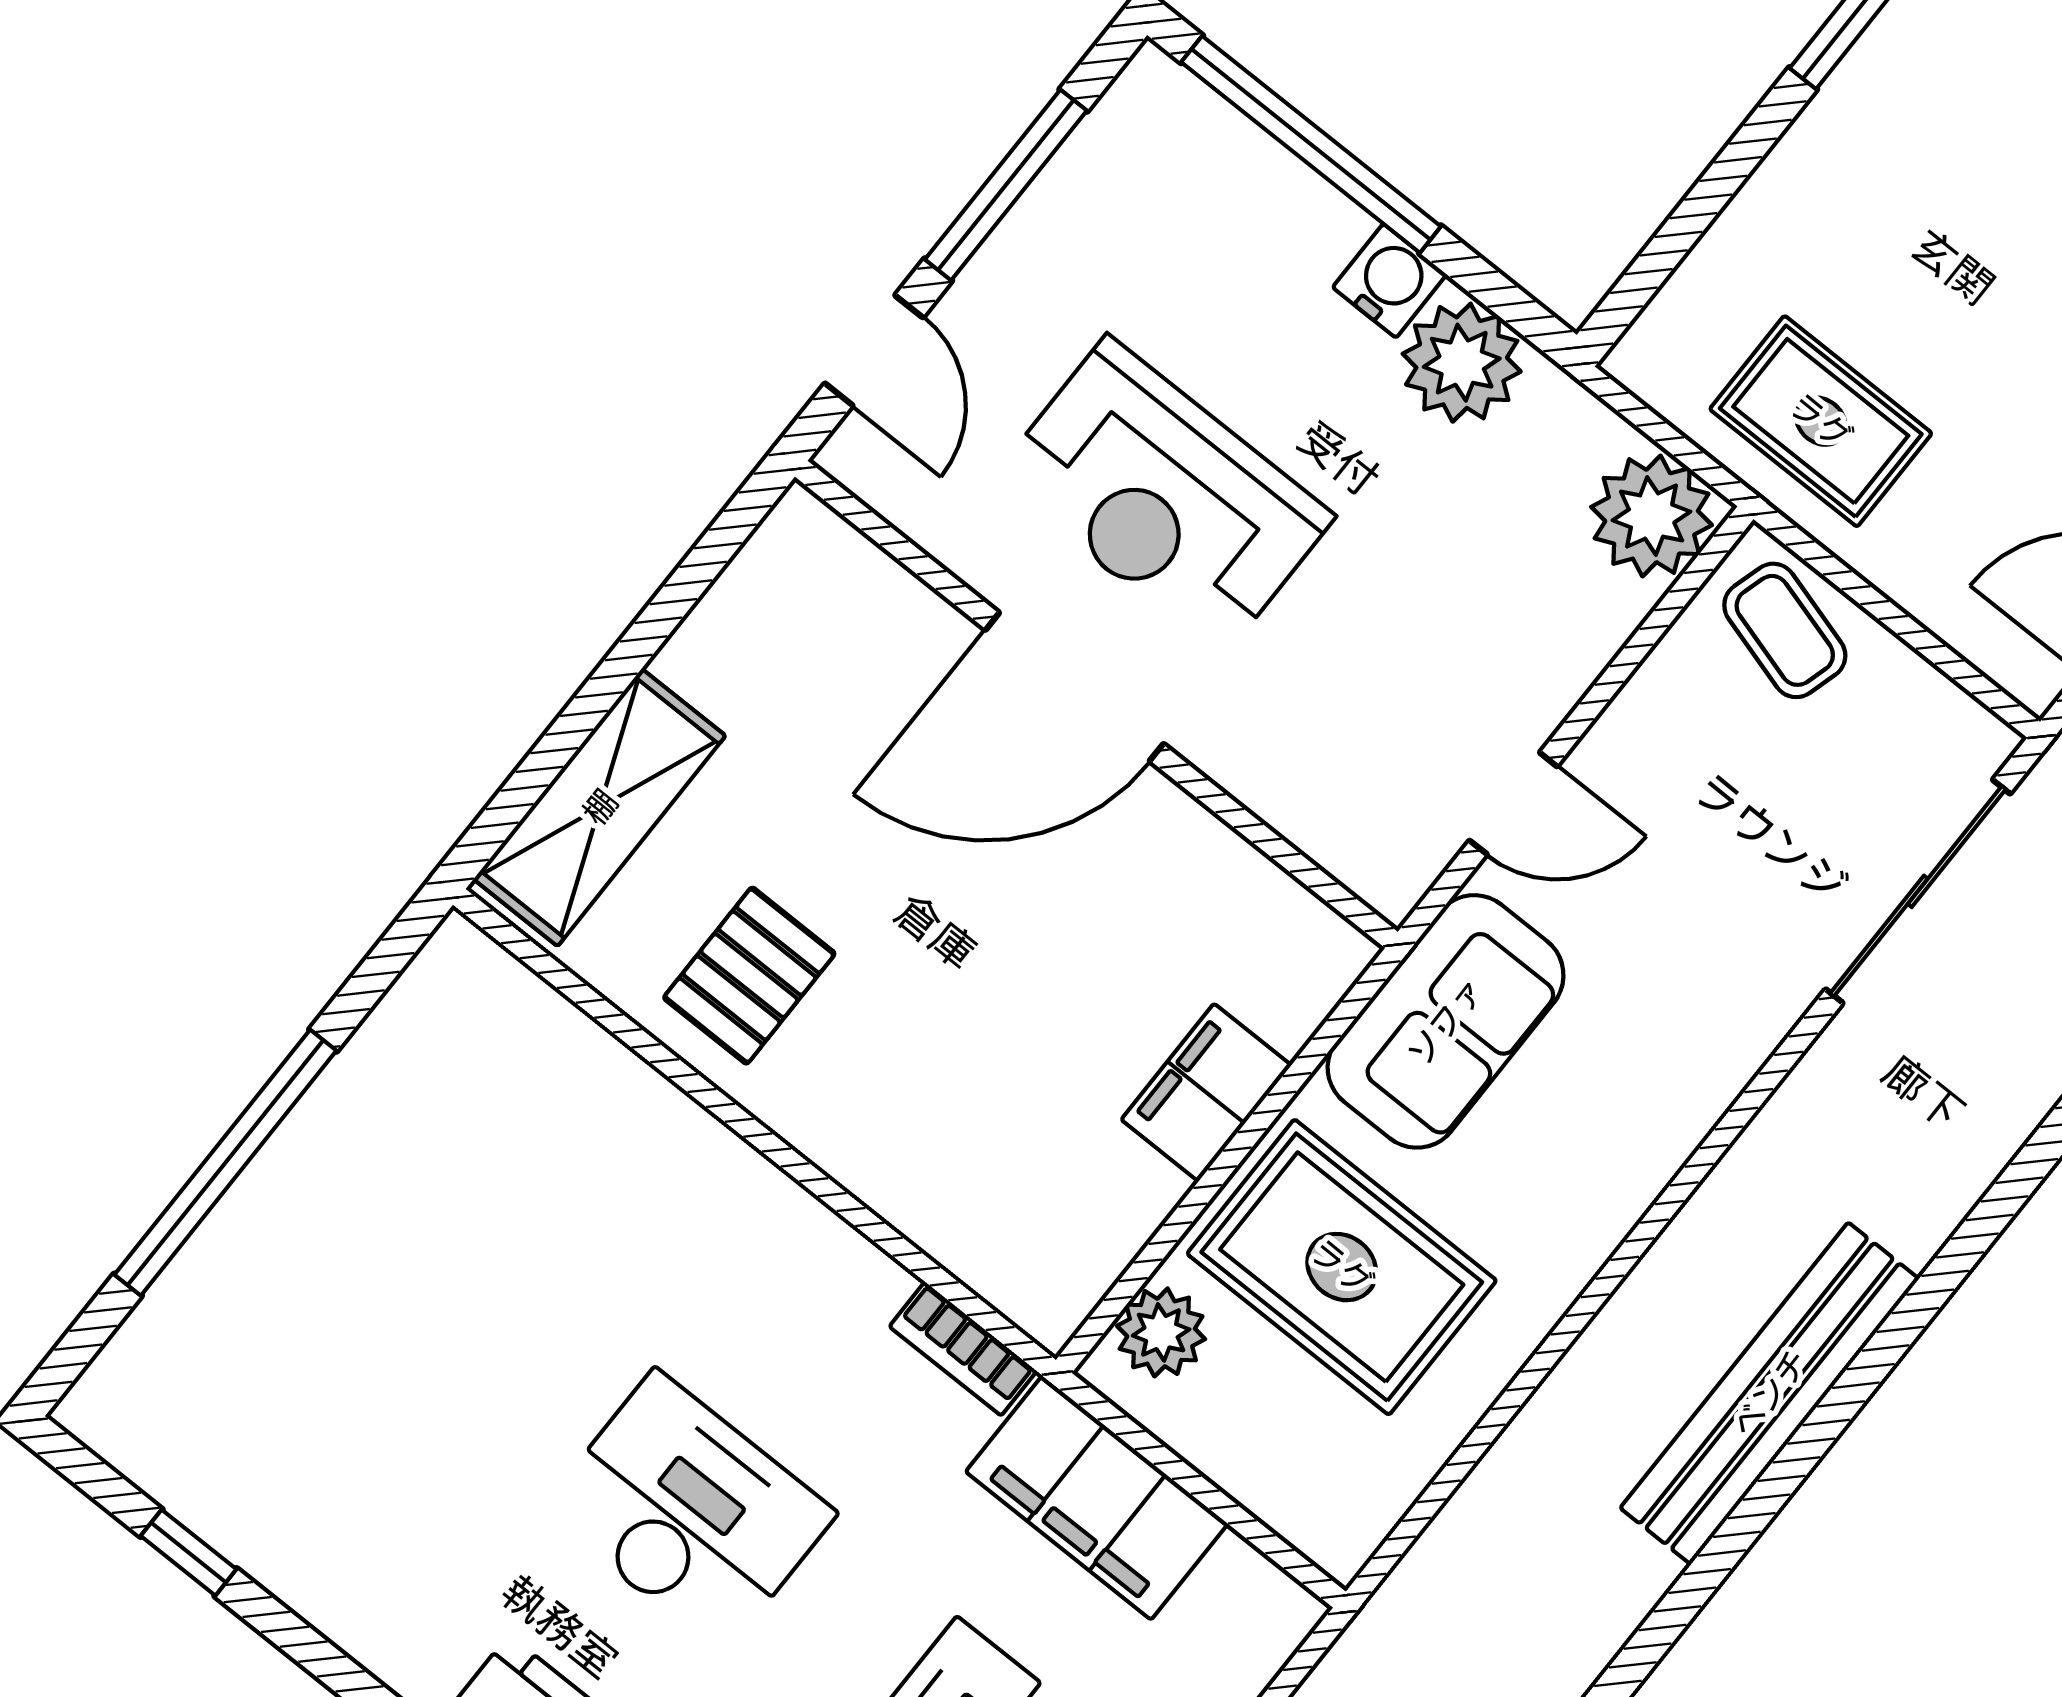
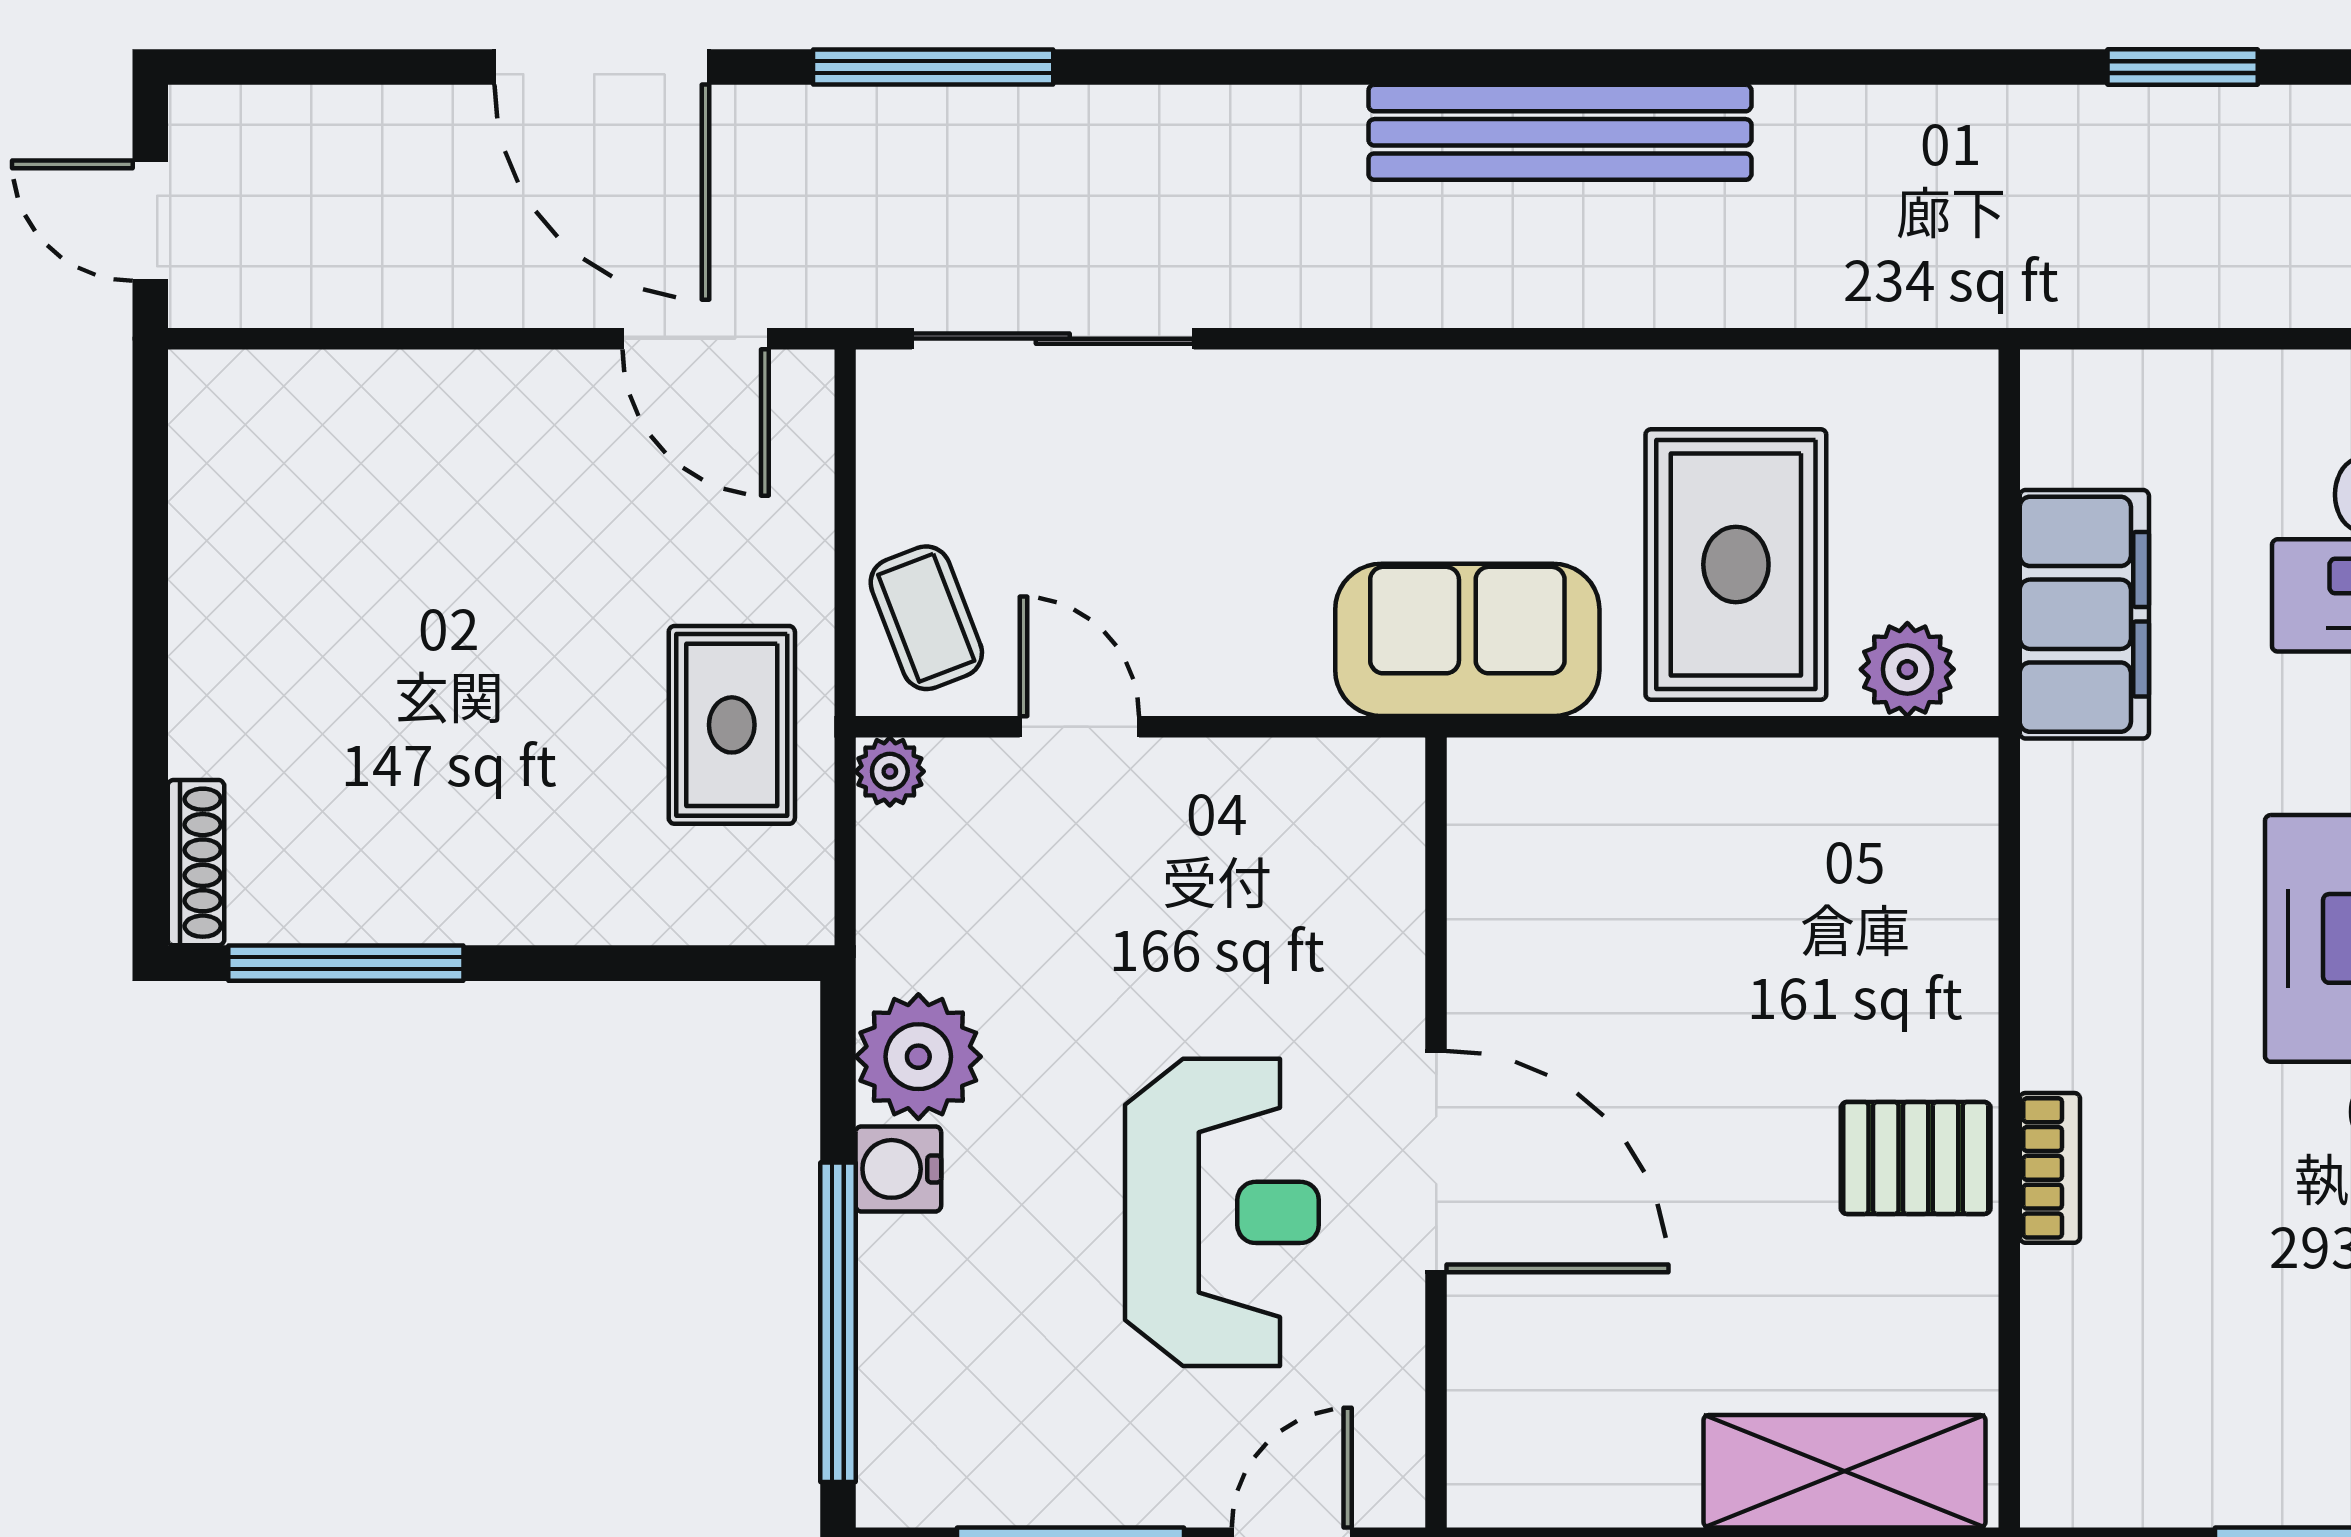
plant: (1652, 516) -> (890, 771), width x0.53, depth x0.53
coffee table: (1785, 630) -> (926, 618), turned -37
door: (1513, 803) -> (1079, 727), moved
pallet: (749, 976) -> (1916, 1158), moved
filing cabinet: (1206, 1092) -> (1682, 789), removed
bookcase: (963, 1349) -> (2050, 1168), moved

